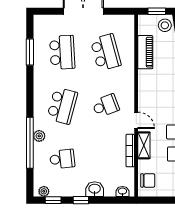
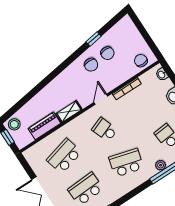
shelving: (144, 145) -> (69, 112), moved

